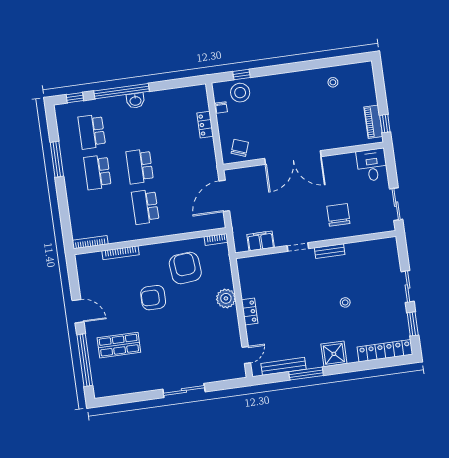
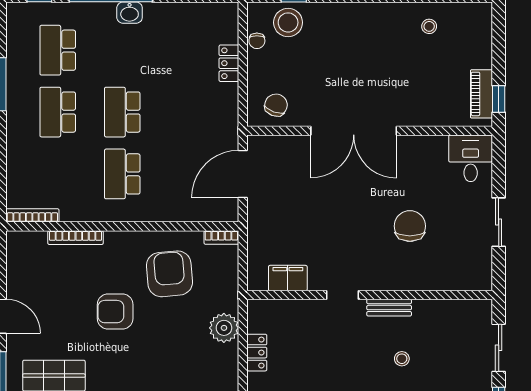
filing cabinet: (261, 241) -> (288, 278), moved
wall: (316, 245) -> (370, 295), moved
doorway: (298, 247) -> (342, 295), moved
bench: (330, 251) -> (389, 308), moved

